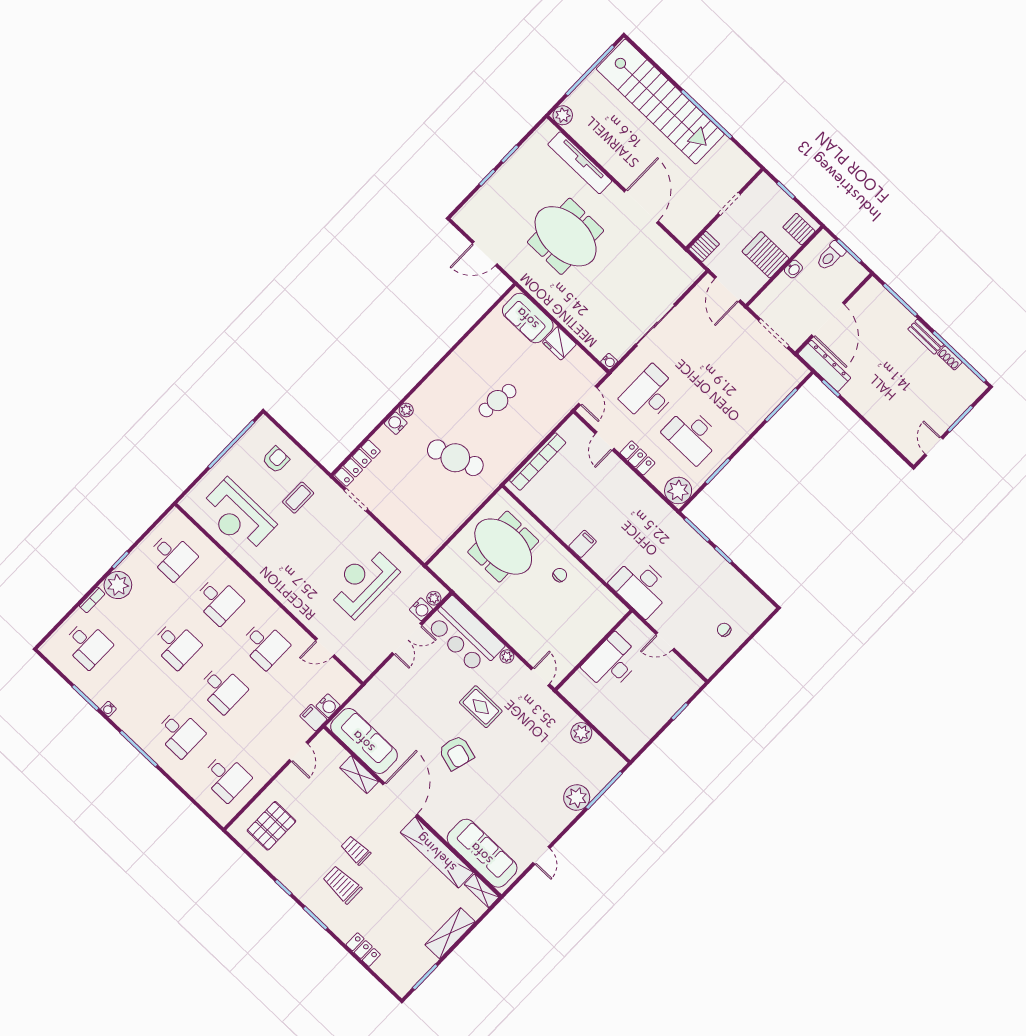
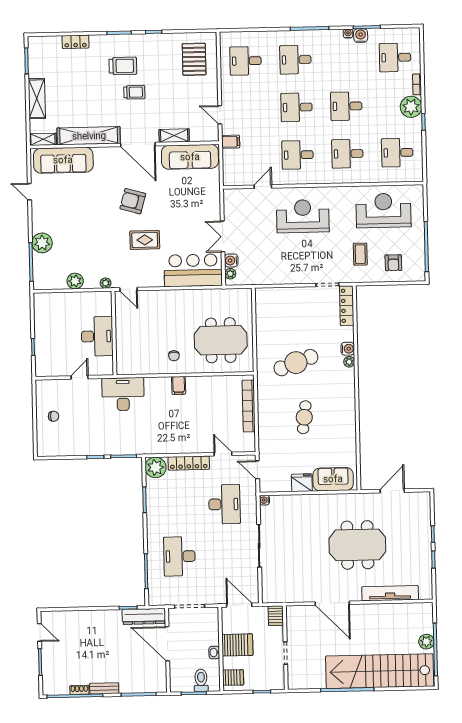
plant: (563, 115) -> (426, 642), moved
desk: (692, 435) -> (179, 556), moved, turned -90
locker: (637, 458) -> (189, 463), width x1.53
reception desk: (363, 582) -> (303, 216), moved, turned -90
plant: (507, 656) -> (106, 283), moved
water cooler: (328, 706) -> (361, 36), moved, turned 90

